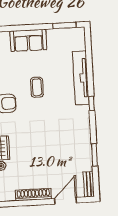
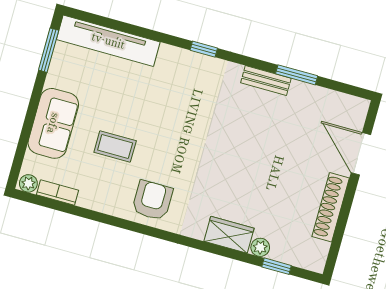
tv unit: (81, 78) -> (108, 41), moved
coffee table: (37, 87) -> (115, 147), moved
bench: (89, 184) -> (266, 81), moved

